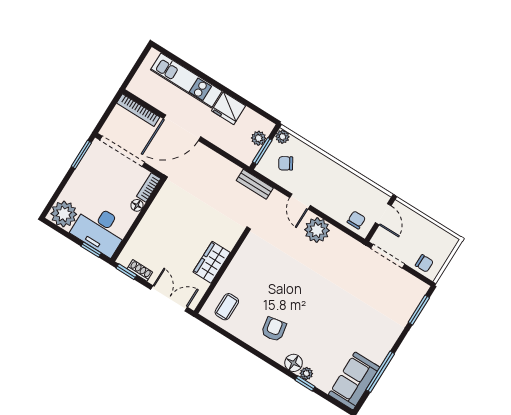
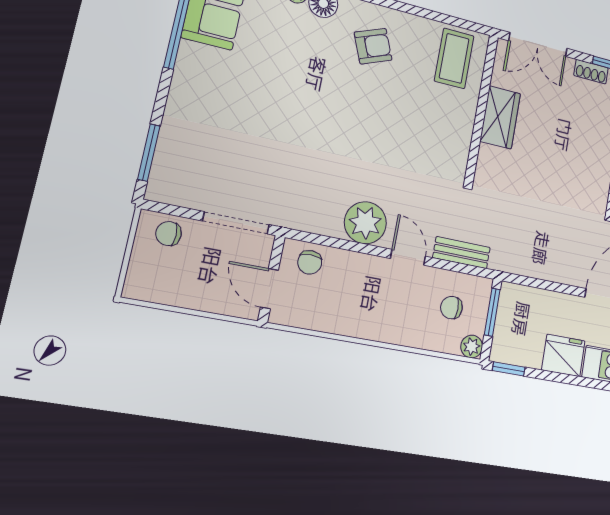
window: (265, 115) -> (509, 369), added
plant: (259, 138) -> (505, 329), removed
chair: (286, 163) -> (451, 308), turned -149
bench: (255, 184) -> (462, 253), moved
coffee table: (227, 307) -> (454, 58), width x1.36, depth x1.30
armchair: (274, 329) -> (373, 46), turned -102

